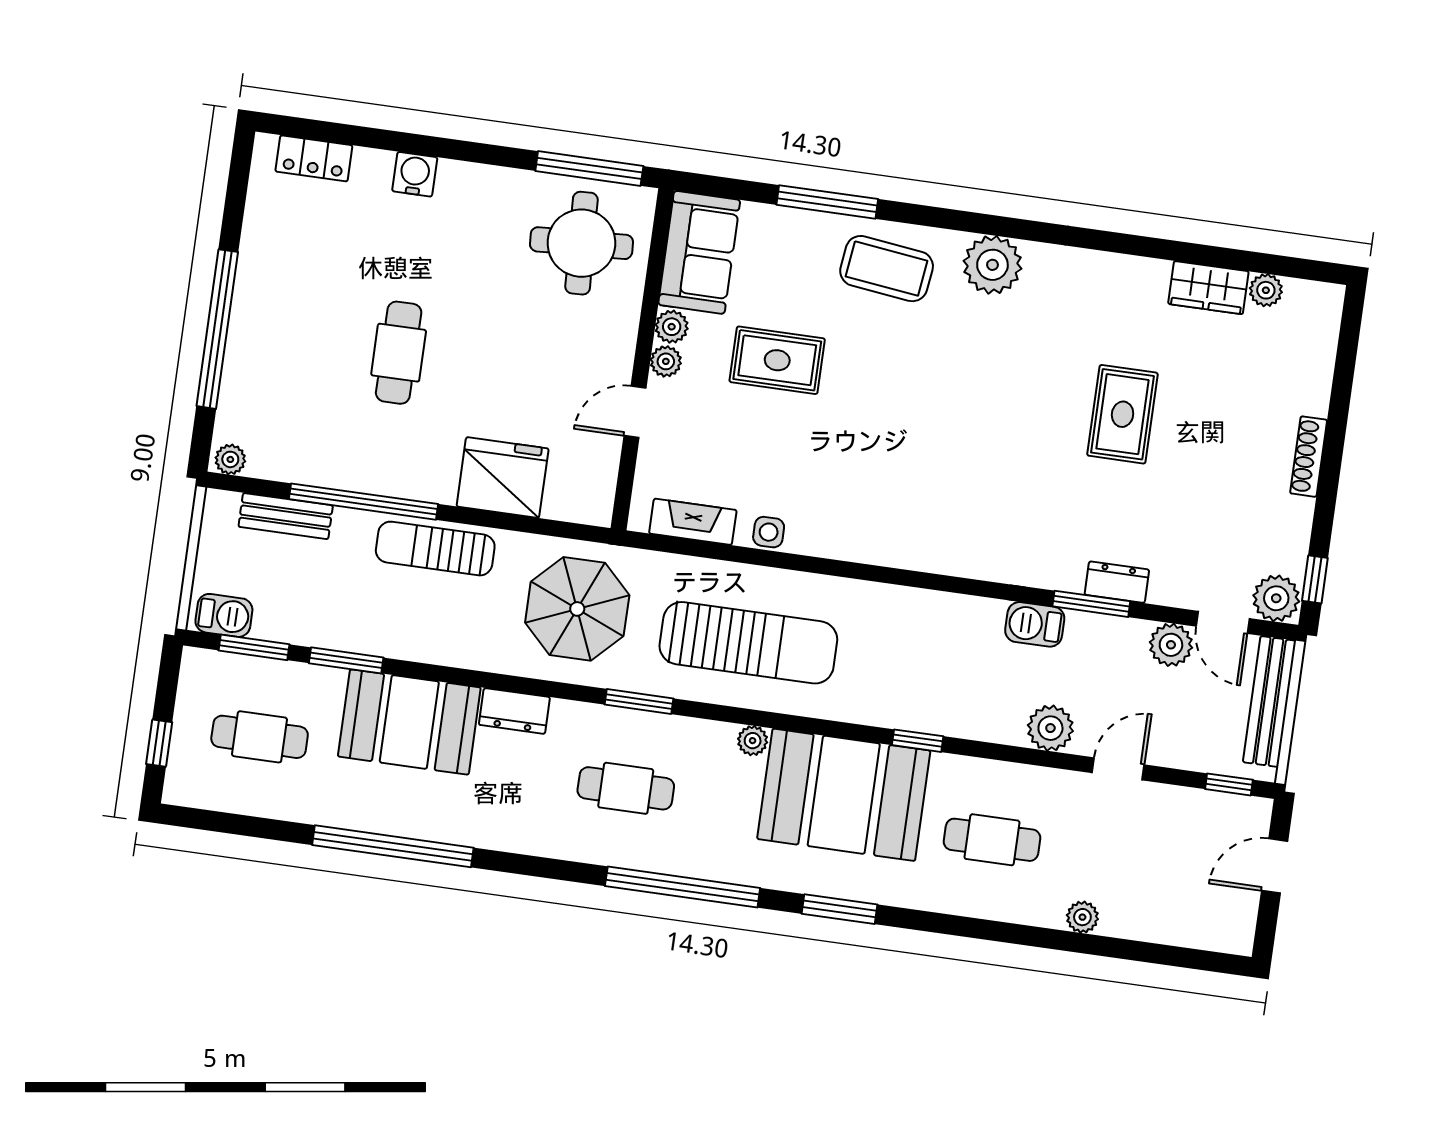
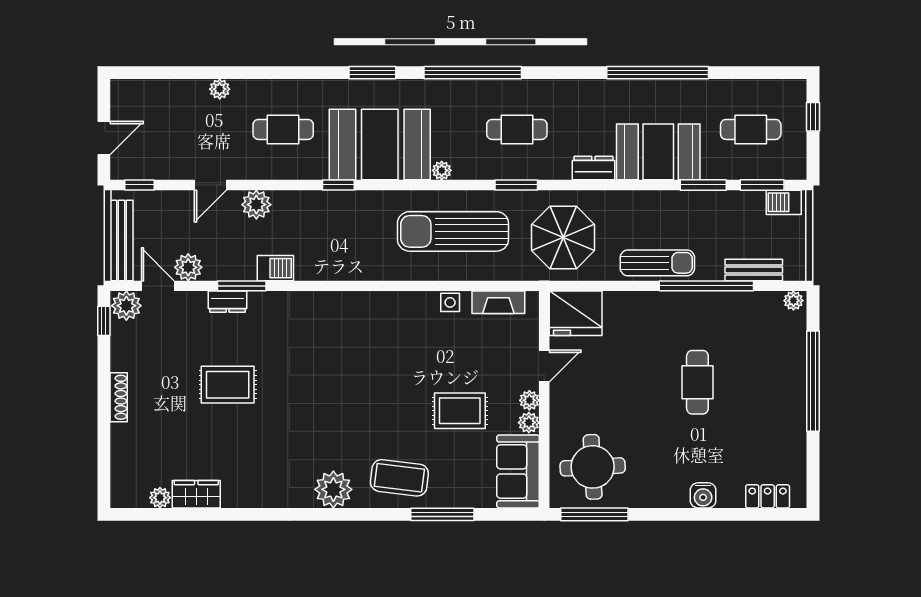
rug: (1123, 414) -> (228, 385), moved, turned 90
fridge: (503, 477) -> (576, 313), moved

